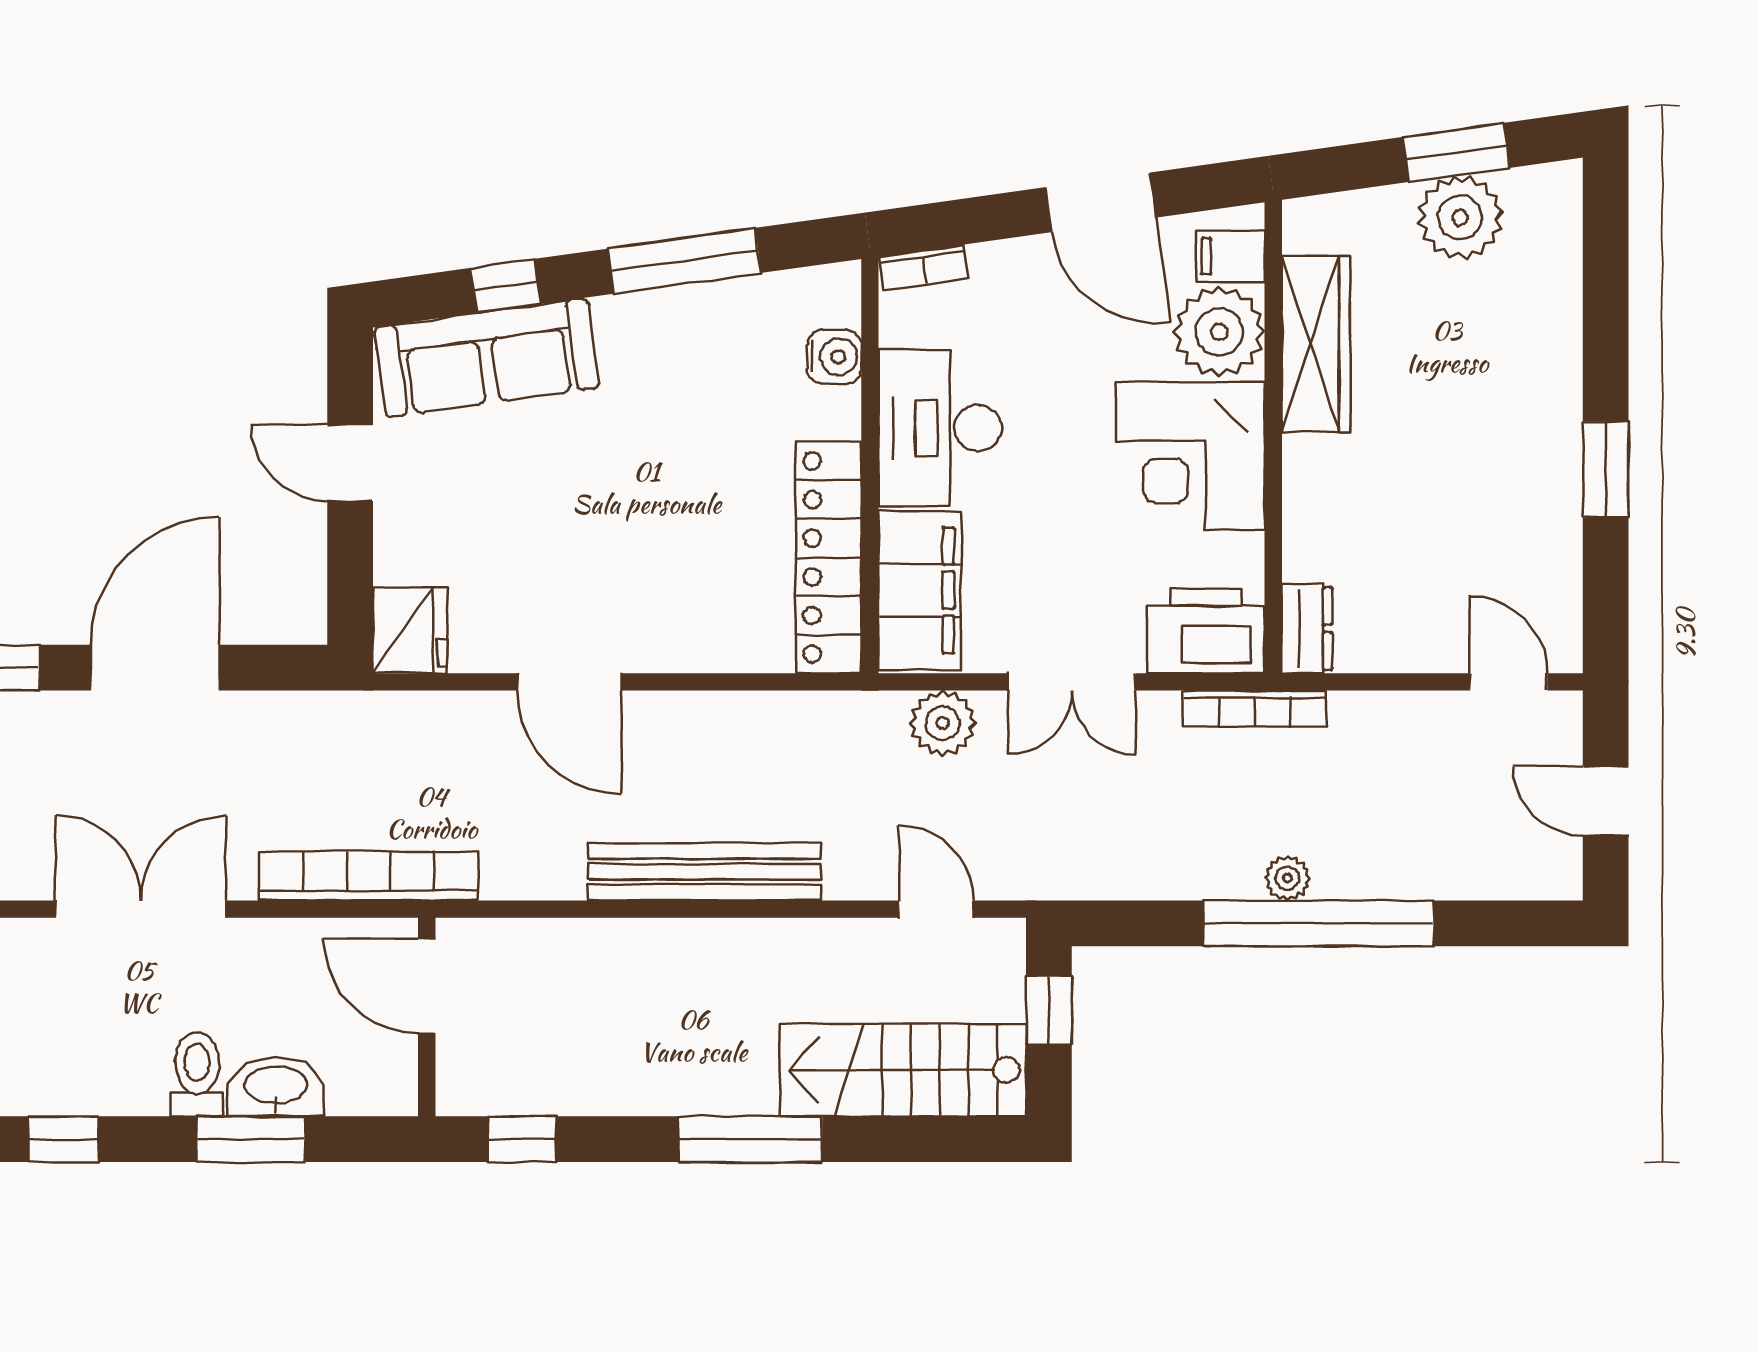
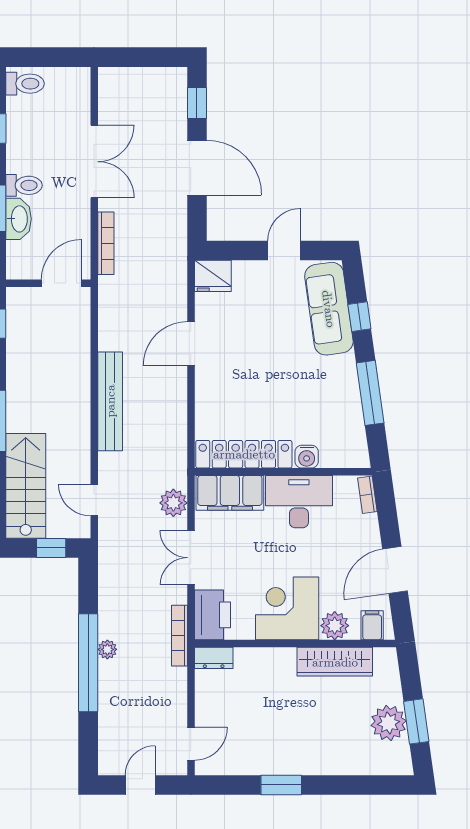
plant: (1219, 332) -> (335, 626), width x0.73, depth x0.73
water cooler: (834, 357) -> (307, 457), moved
bookcase: (369, 876) -> (106, 243), width x0.68, depth x0.76
door: (936, 909) -> (94, 500), swing flipped

